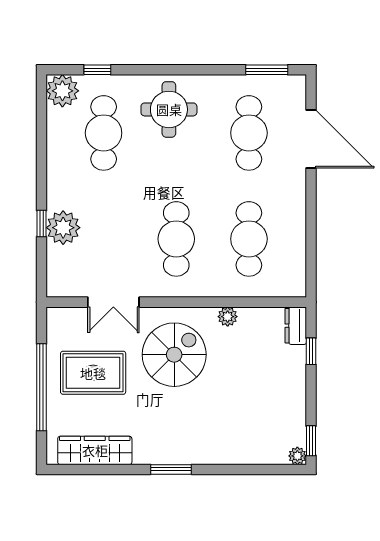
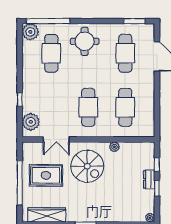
window: (97, 70) -> (48, 21), width x3.17
plant: (63, 228) -> (31, 122), moved
dresser: (296, 326) -> (149, 179), moved
spiral stairs: (174, 355) -> (87, 166), turned 90
window: (311, 441) -> (157, 188), moved

